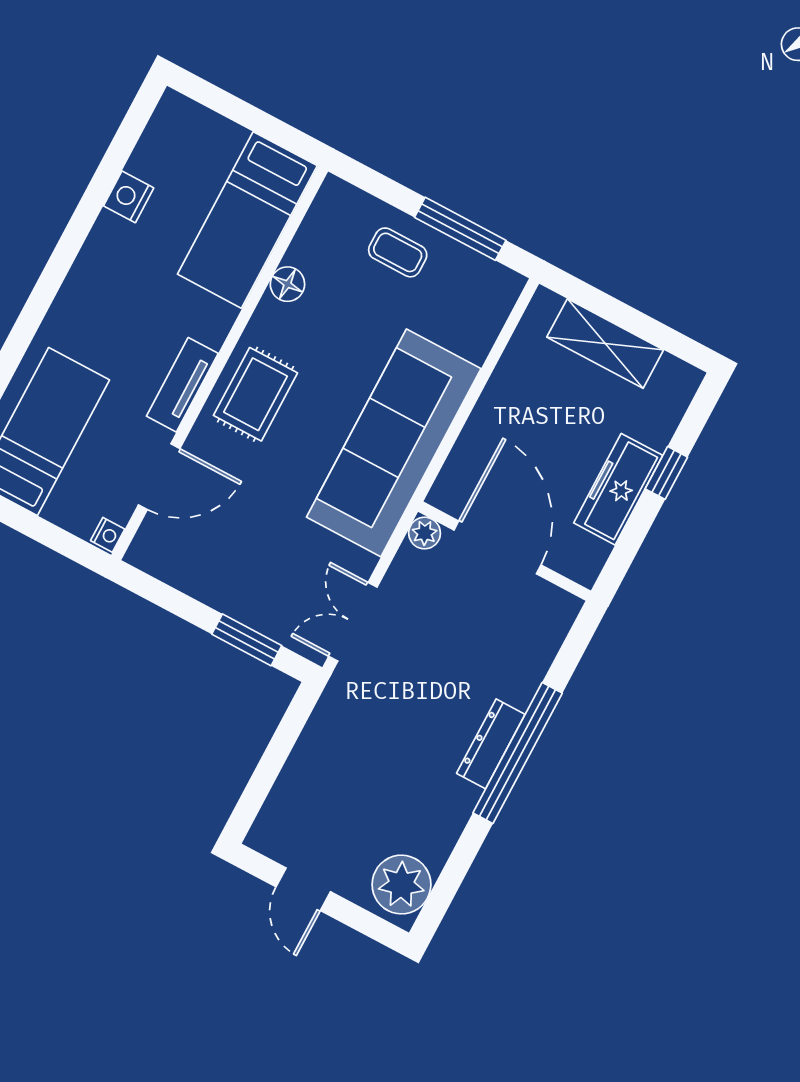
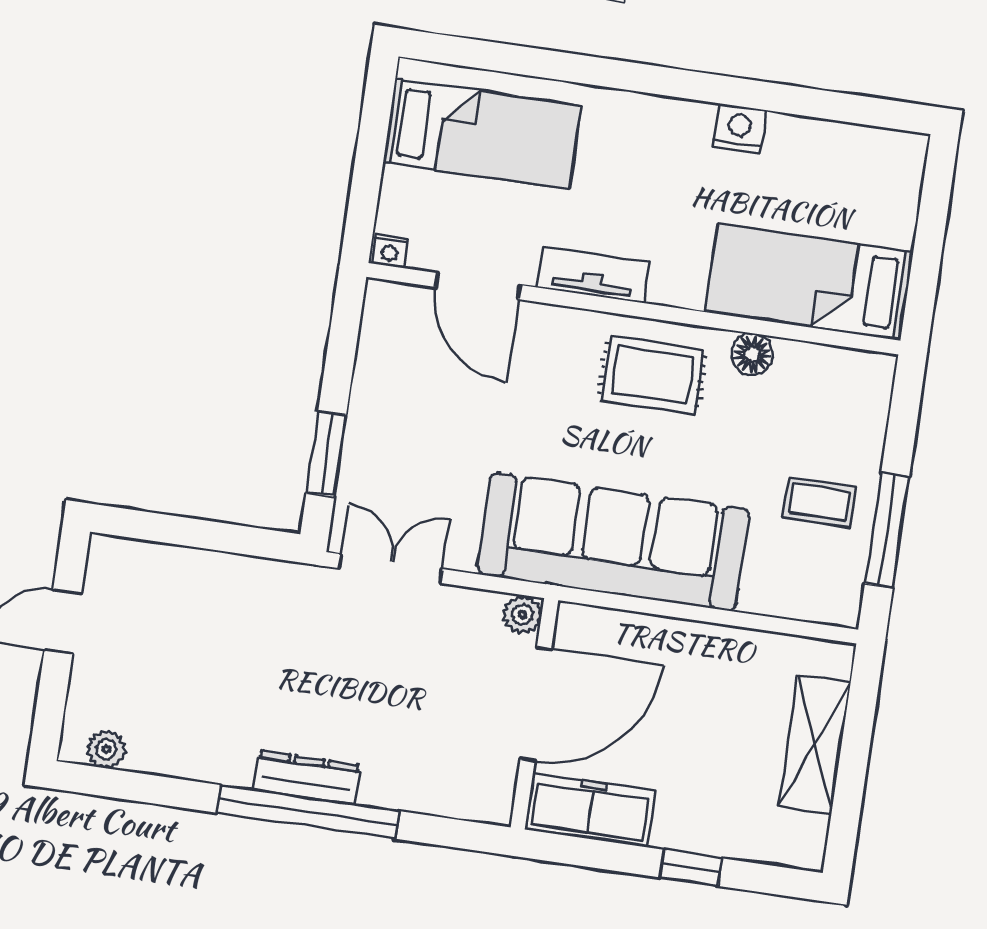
nightstand: (129, 197) -> (740, 129), moved
coffee table: (398, 252) -> (820, 502), moved, turned 90
rug: (256, 394) -> (652, 375), moved
freezer: (618, 489) -> (590, 810), moved
plant: (401, 885) -> (106, 749), width x0.53, depth x0.53

